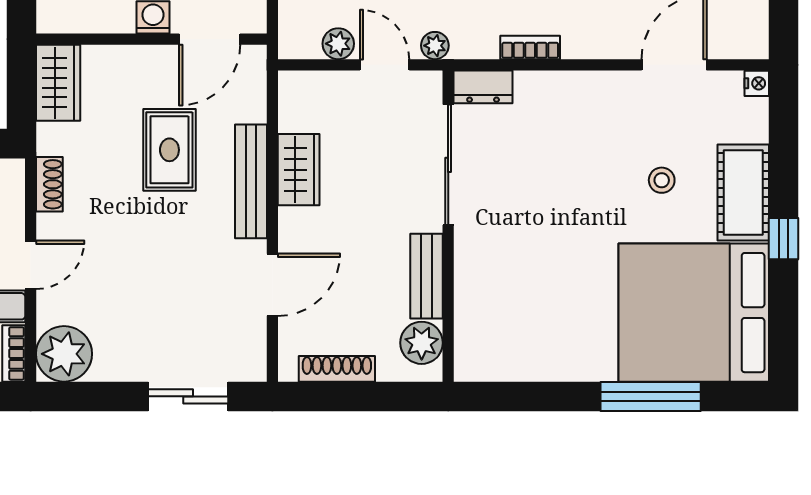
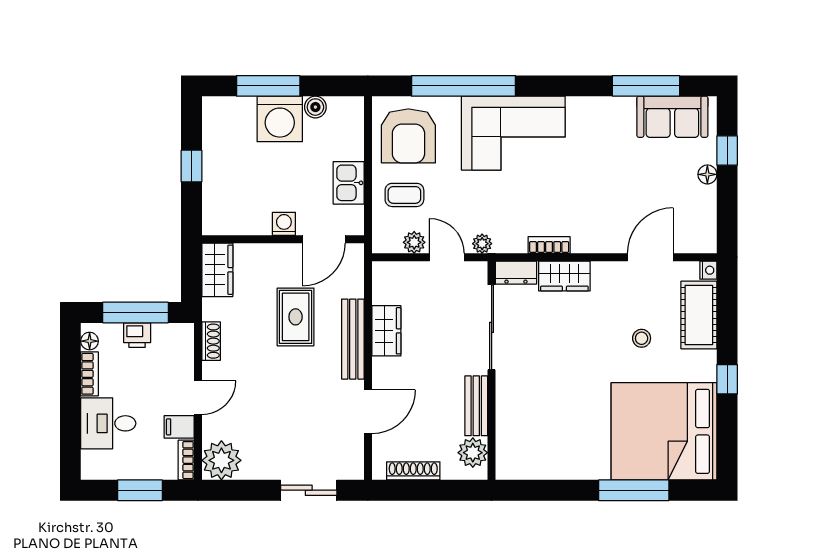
wardrobe: (552, 92) -> (564, 276), added
cot: (743, 192) -> (699, 315), moved

